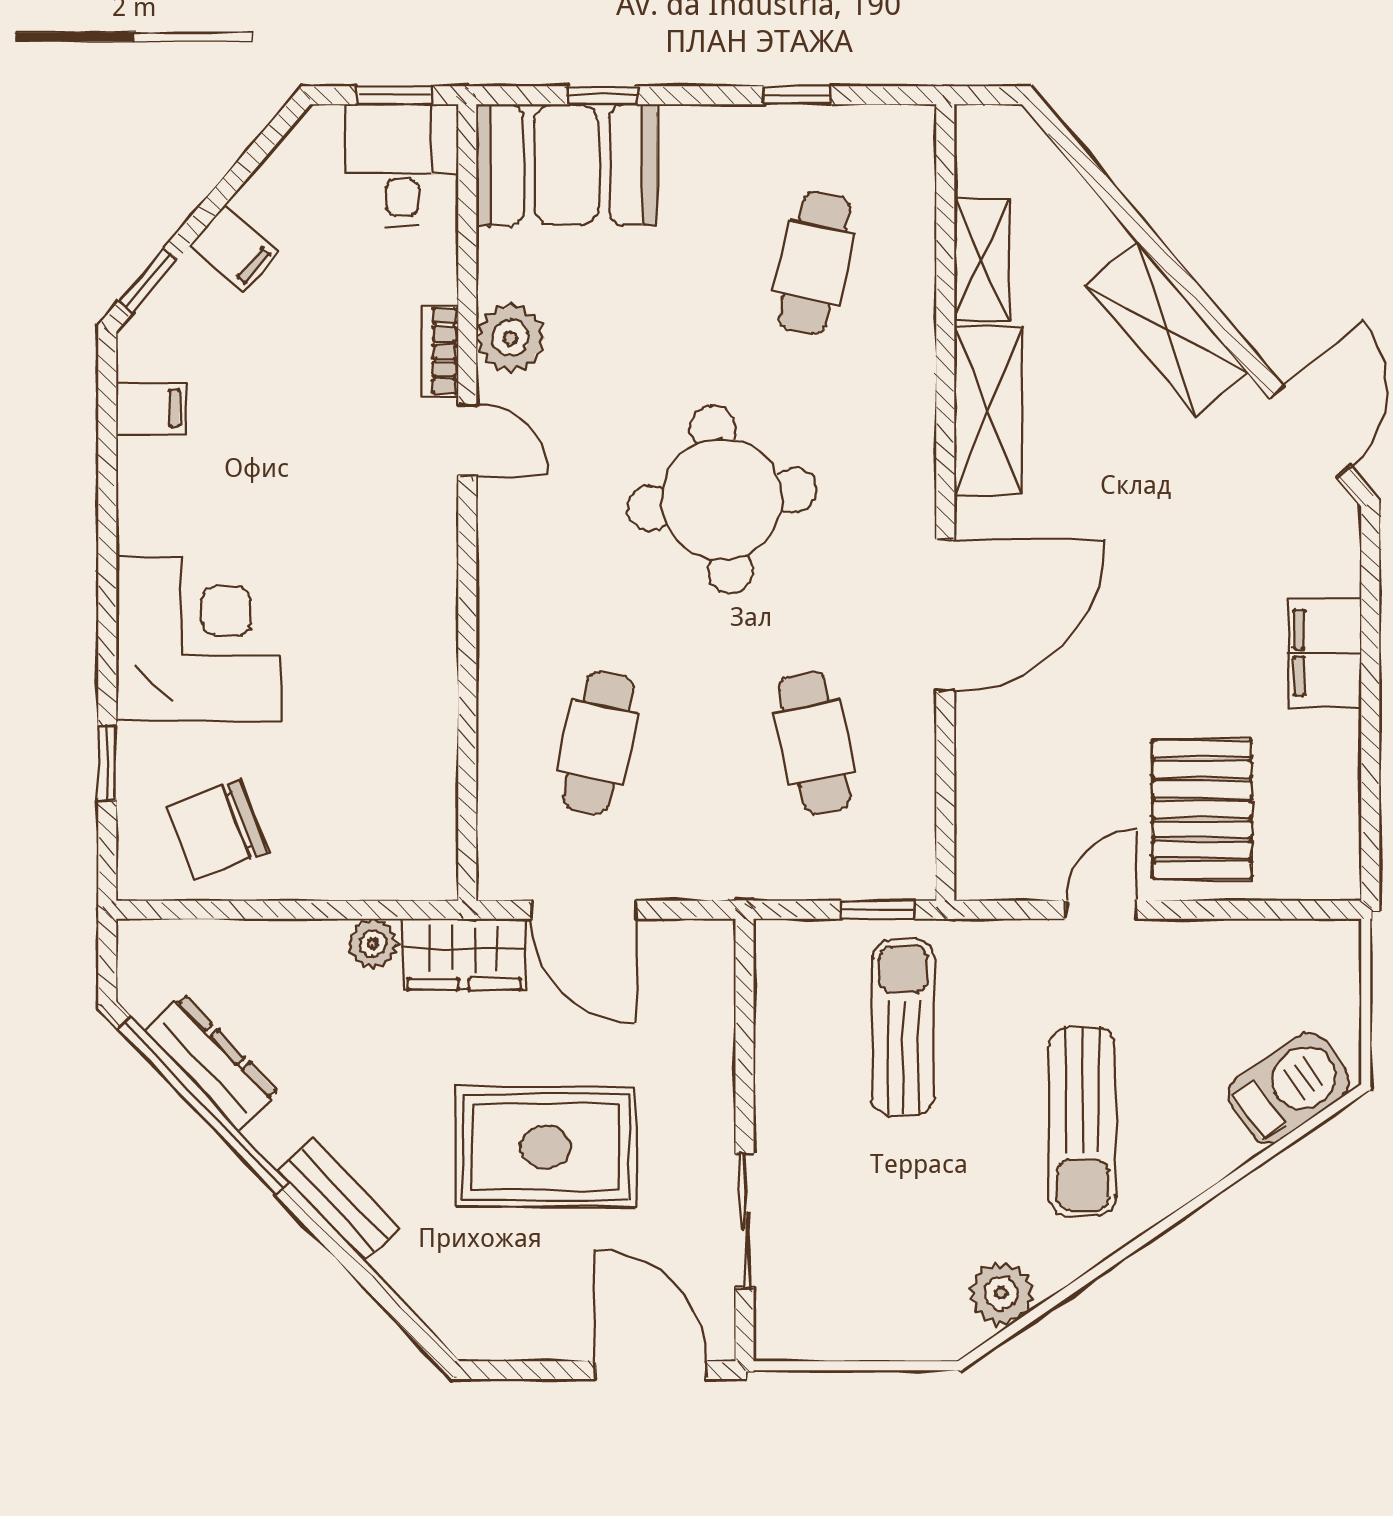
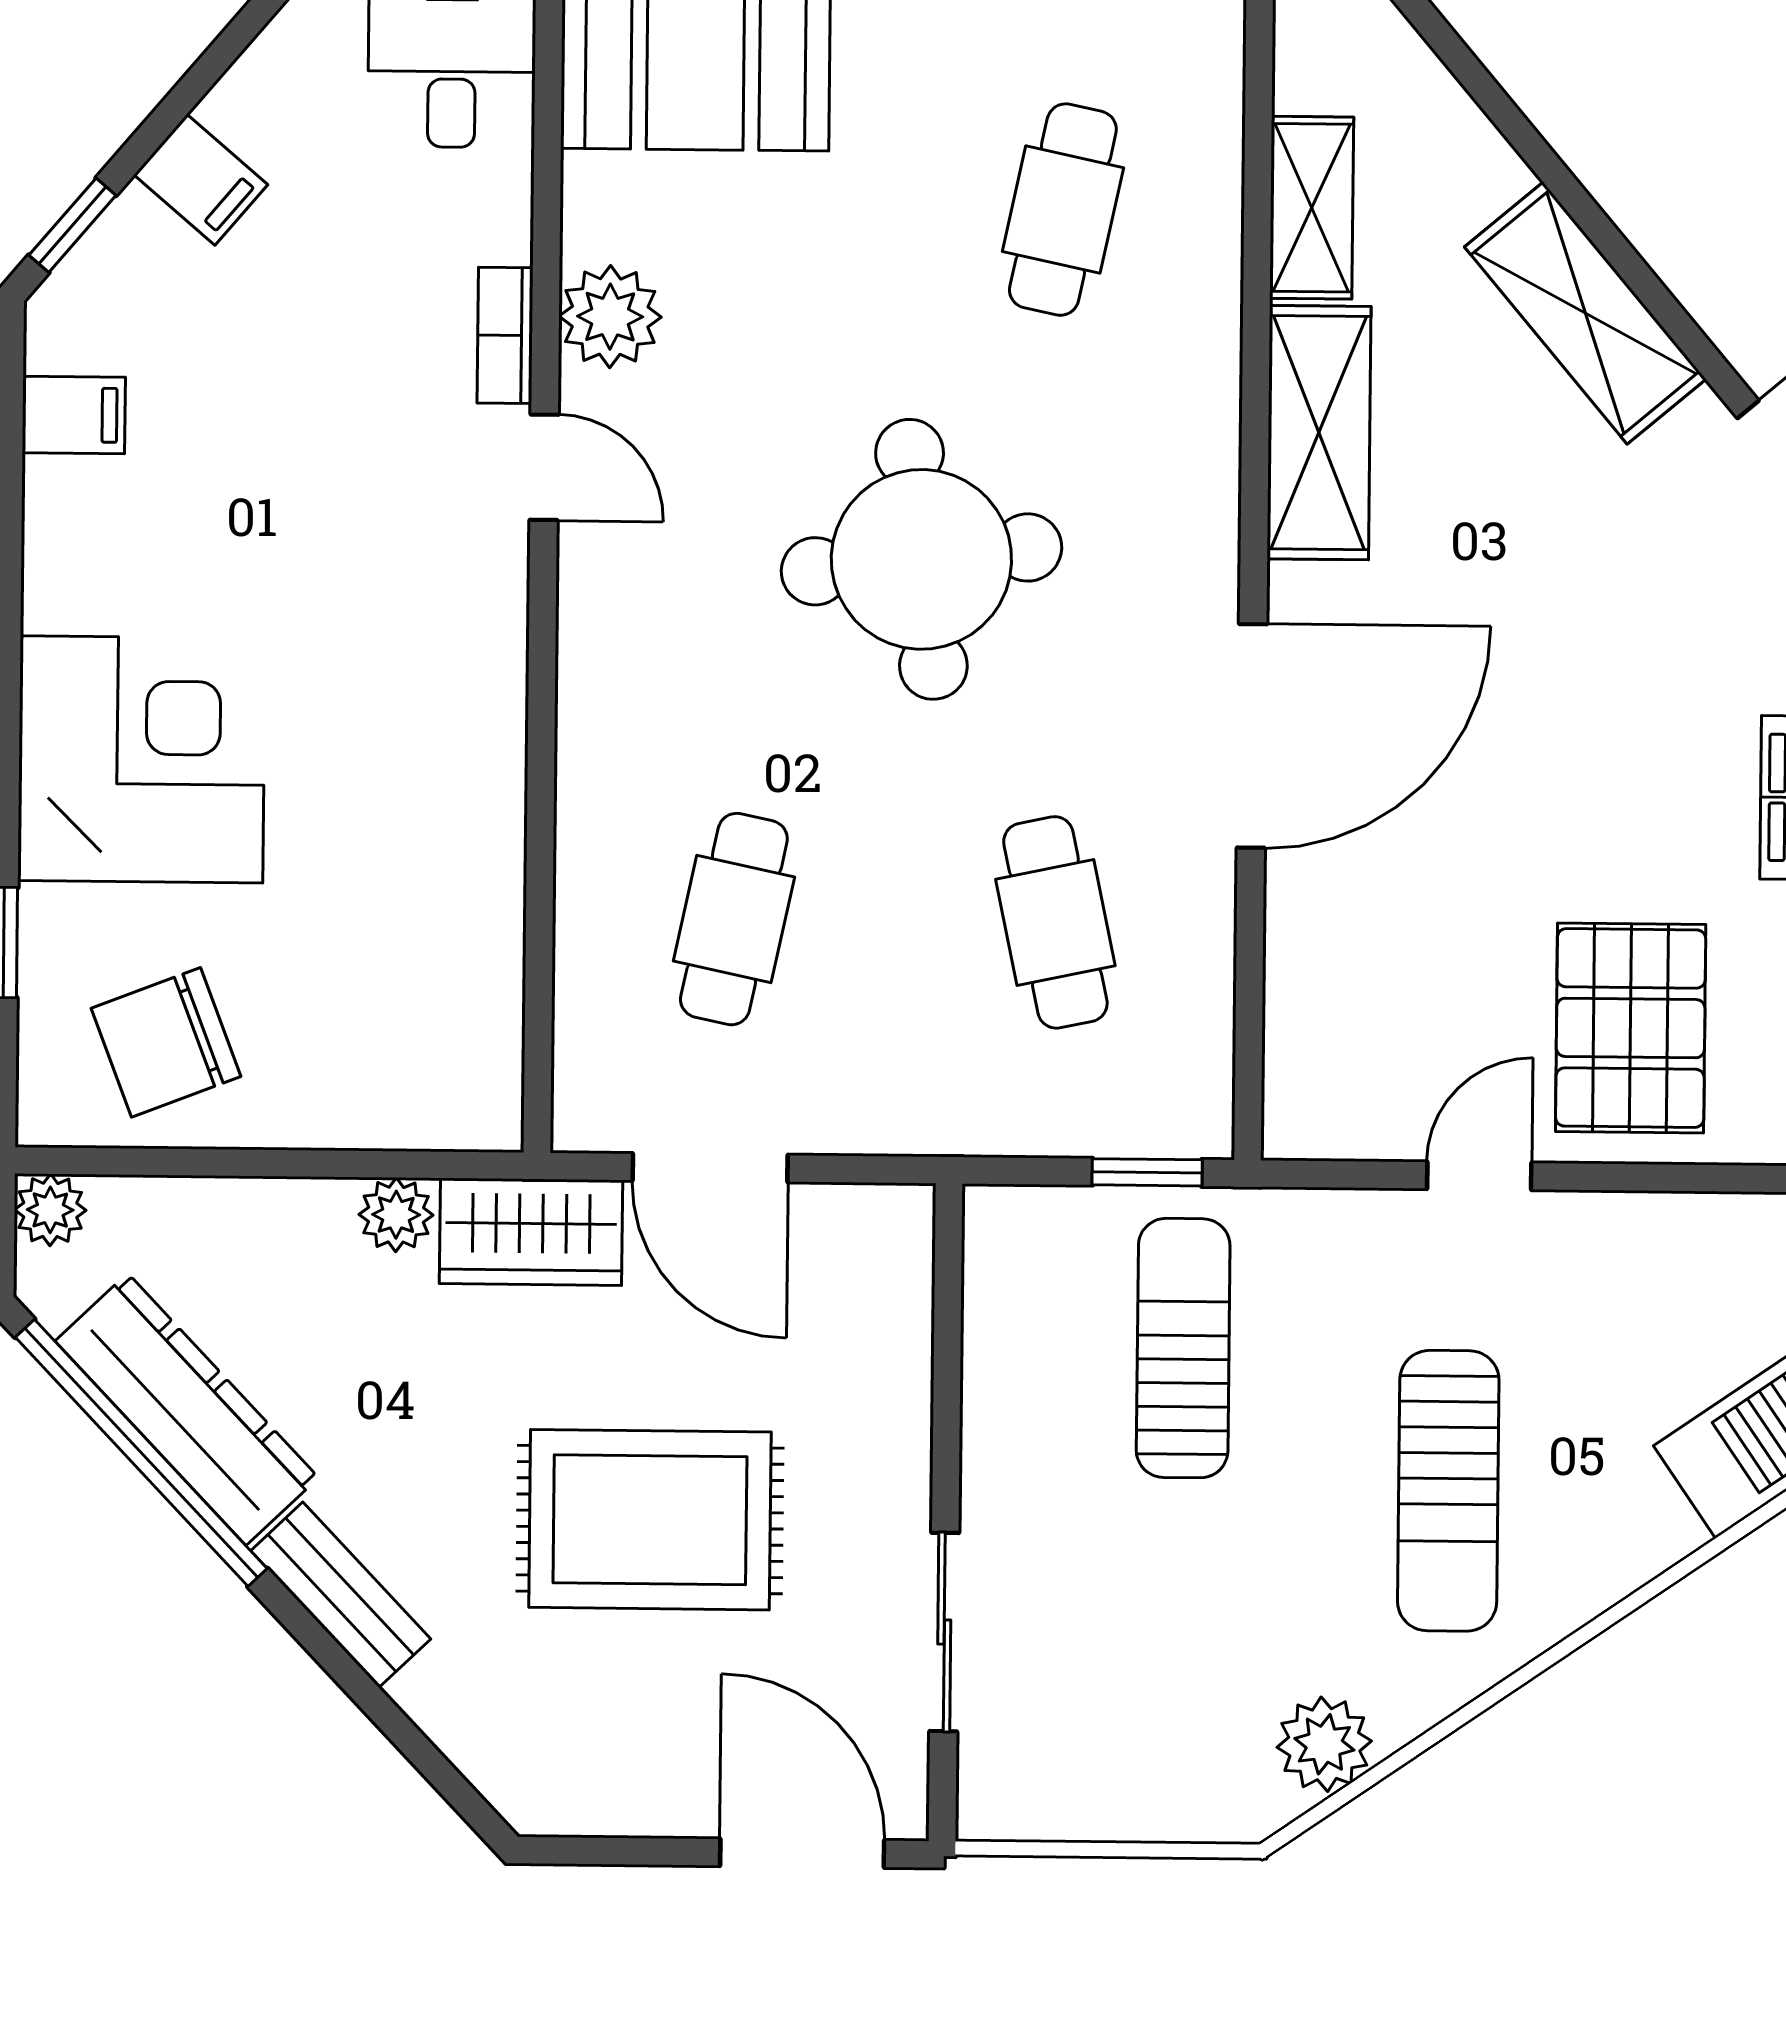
plant: (140, 943) -> (50, 1210), added
dresser: (211, 1062) -> (187, 1409), width x1.37, depth x1.24

